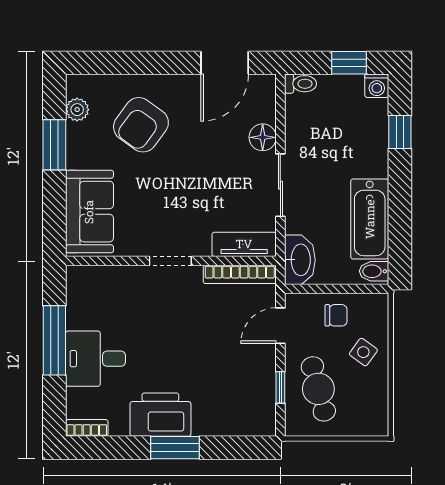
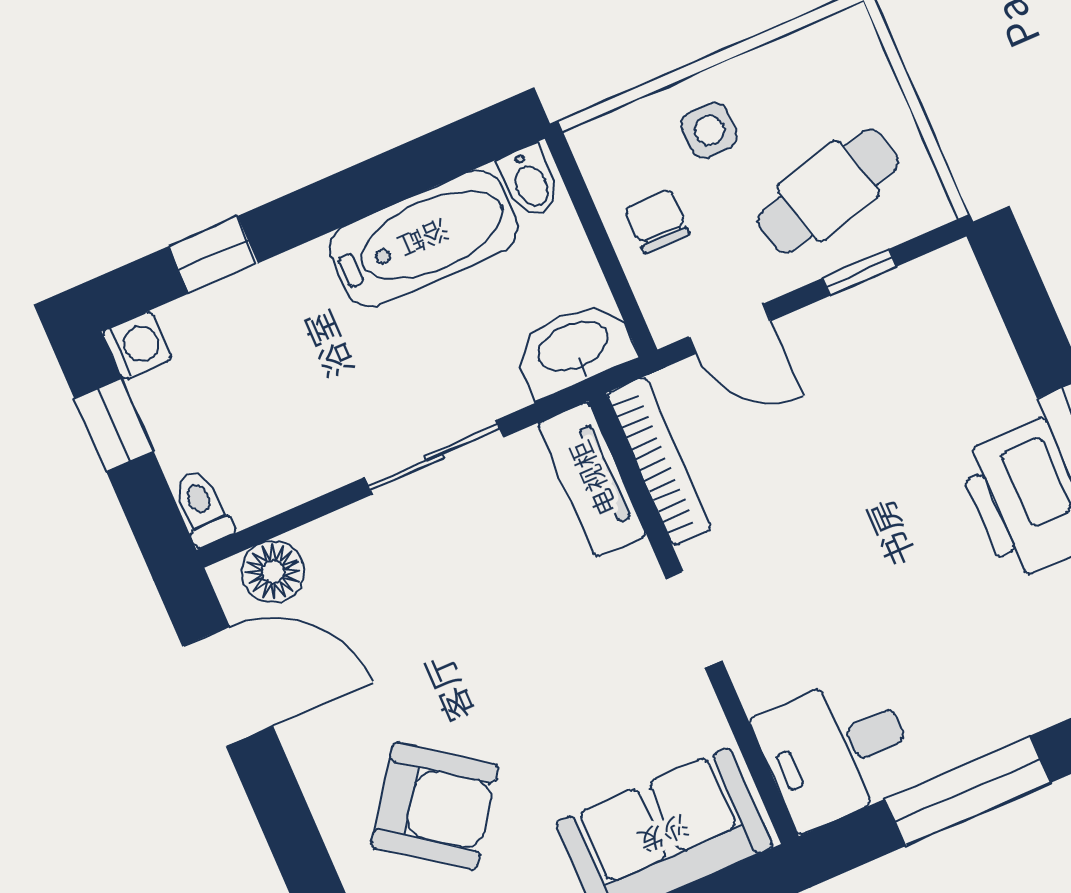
floor lamp: (263, 137) -> (273, 572), moved
side table: (363, 352) -> (709, 130), turned -36
desk: (95, 359) -> (836, 751), moved, turned 90

